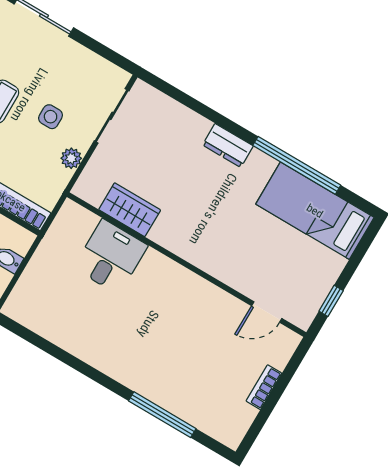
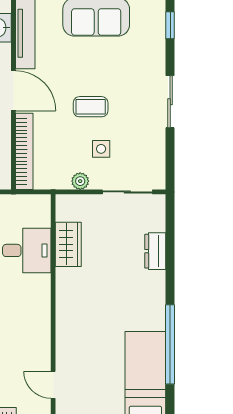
dresser: (228, 145) -> (155, 251), moved

